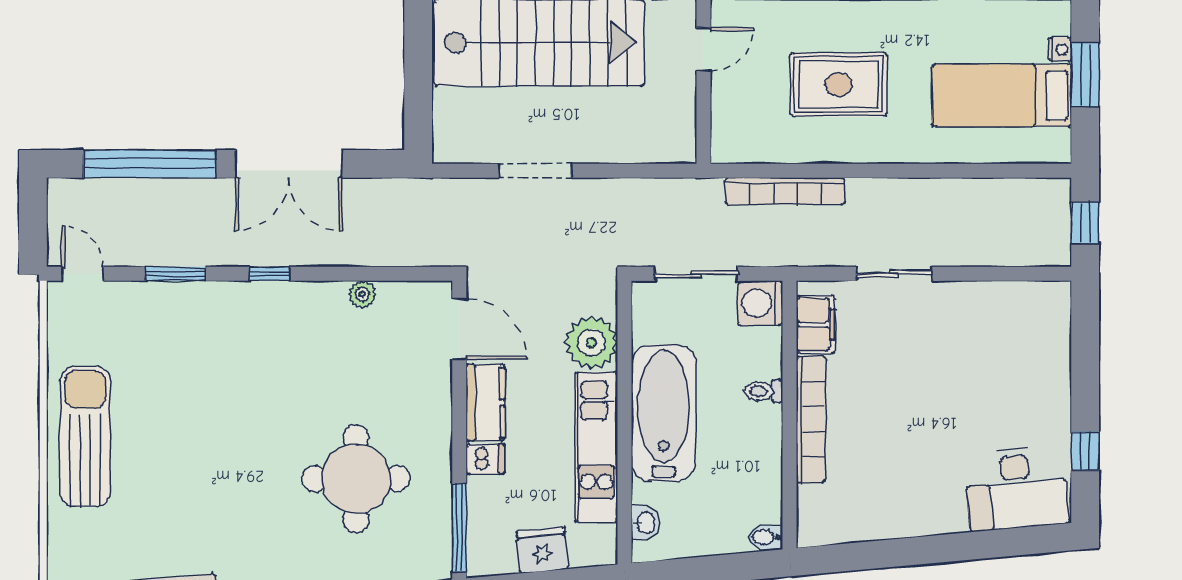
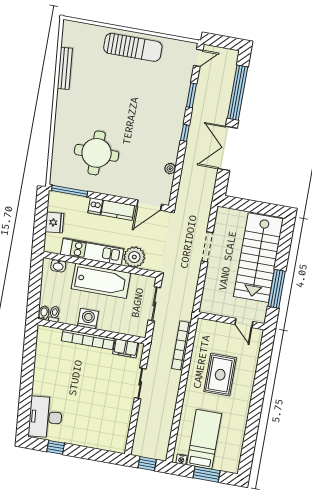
nightstand: (1060, 49) -> (181, 459), moved
washing machine: (760, 303) -> (88, 319), moved
toilet: (764, 391) -> (54, 314), moved

